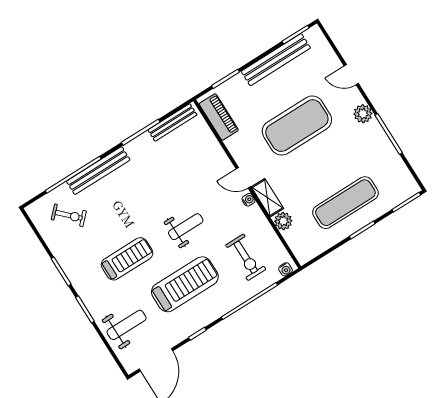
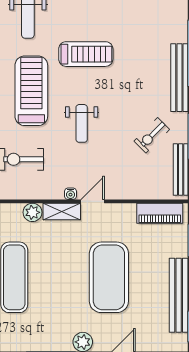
exercise bike: (69, 215) -> (152, 135), moved
treadmill: (127, 259) -> (86, 54), turned -90
treadmill: (185, 284) -> (31, 91), turned 180

